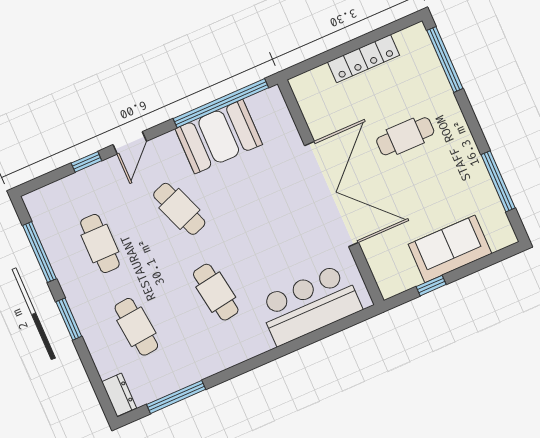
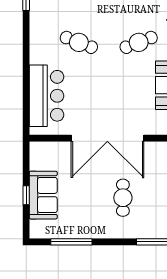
window: (431, 286) -> (26, 195), moved
cafe table: (216, 292) -> (79, 42), turned 30

